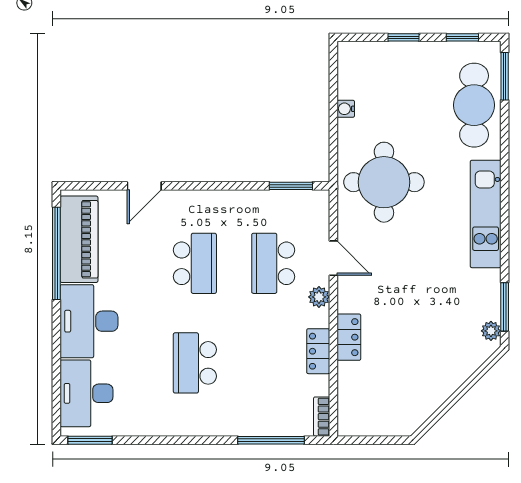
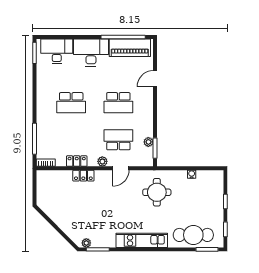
round table: (384, 182) -> (157, 192), width x0.73, depth x0.73
door: (144, 186) -> (155, 79), hinge flipped
plant: (278, 200) -> (148, 142), added
school desk: (195, 363) -> (71, 103), turned 180

